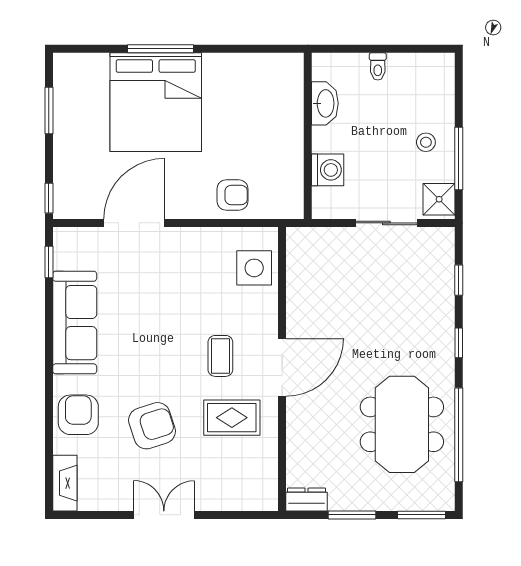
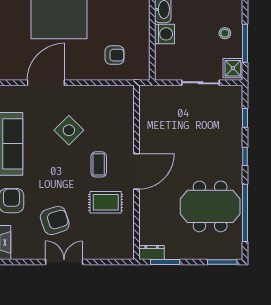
washing machine: (328, 170) -> (165, 34), moved
armchair: (232, 195) -> (115, 55), moved
side table: (254, 268) -> (69, 130), moved, turned 45
meeting table: (402, 424) -> (210, 206), turned 90
armchair: (152, 426) -> (55, 220), moved
window: (352, 515) -> (165, 262), moved

